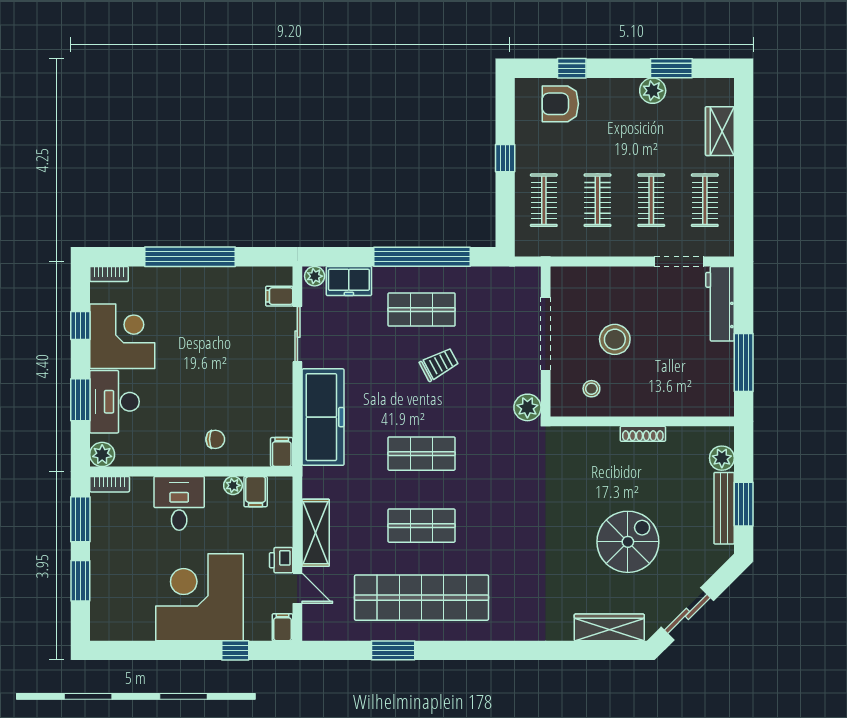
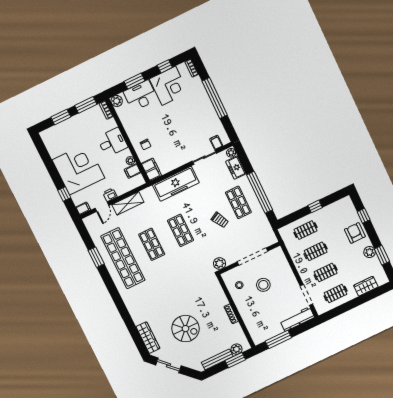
armchair: (560, 104) -> (355, 233), moved
filing cabinet: (282, 452) -> (151, 169), width x2.00
window: (744, 504) -> (235, 360), moved

